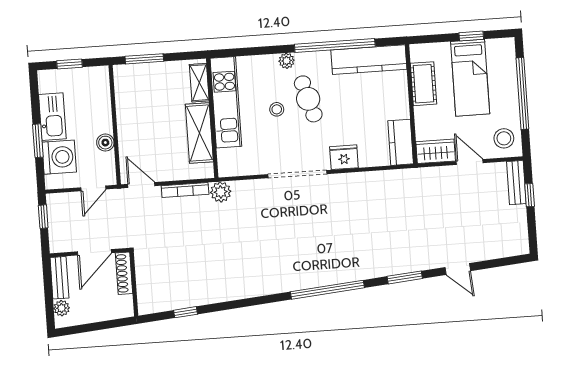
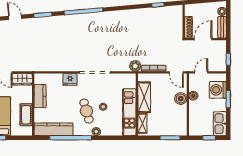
kitchen sink: (52, 117) -> (220, 124), moved
boiler: (129, 136) -> (181, 99), added
kitchen counter: (401, 142) -> (40, 96), moved

